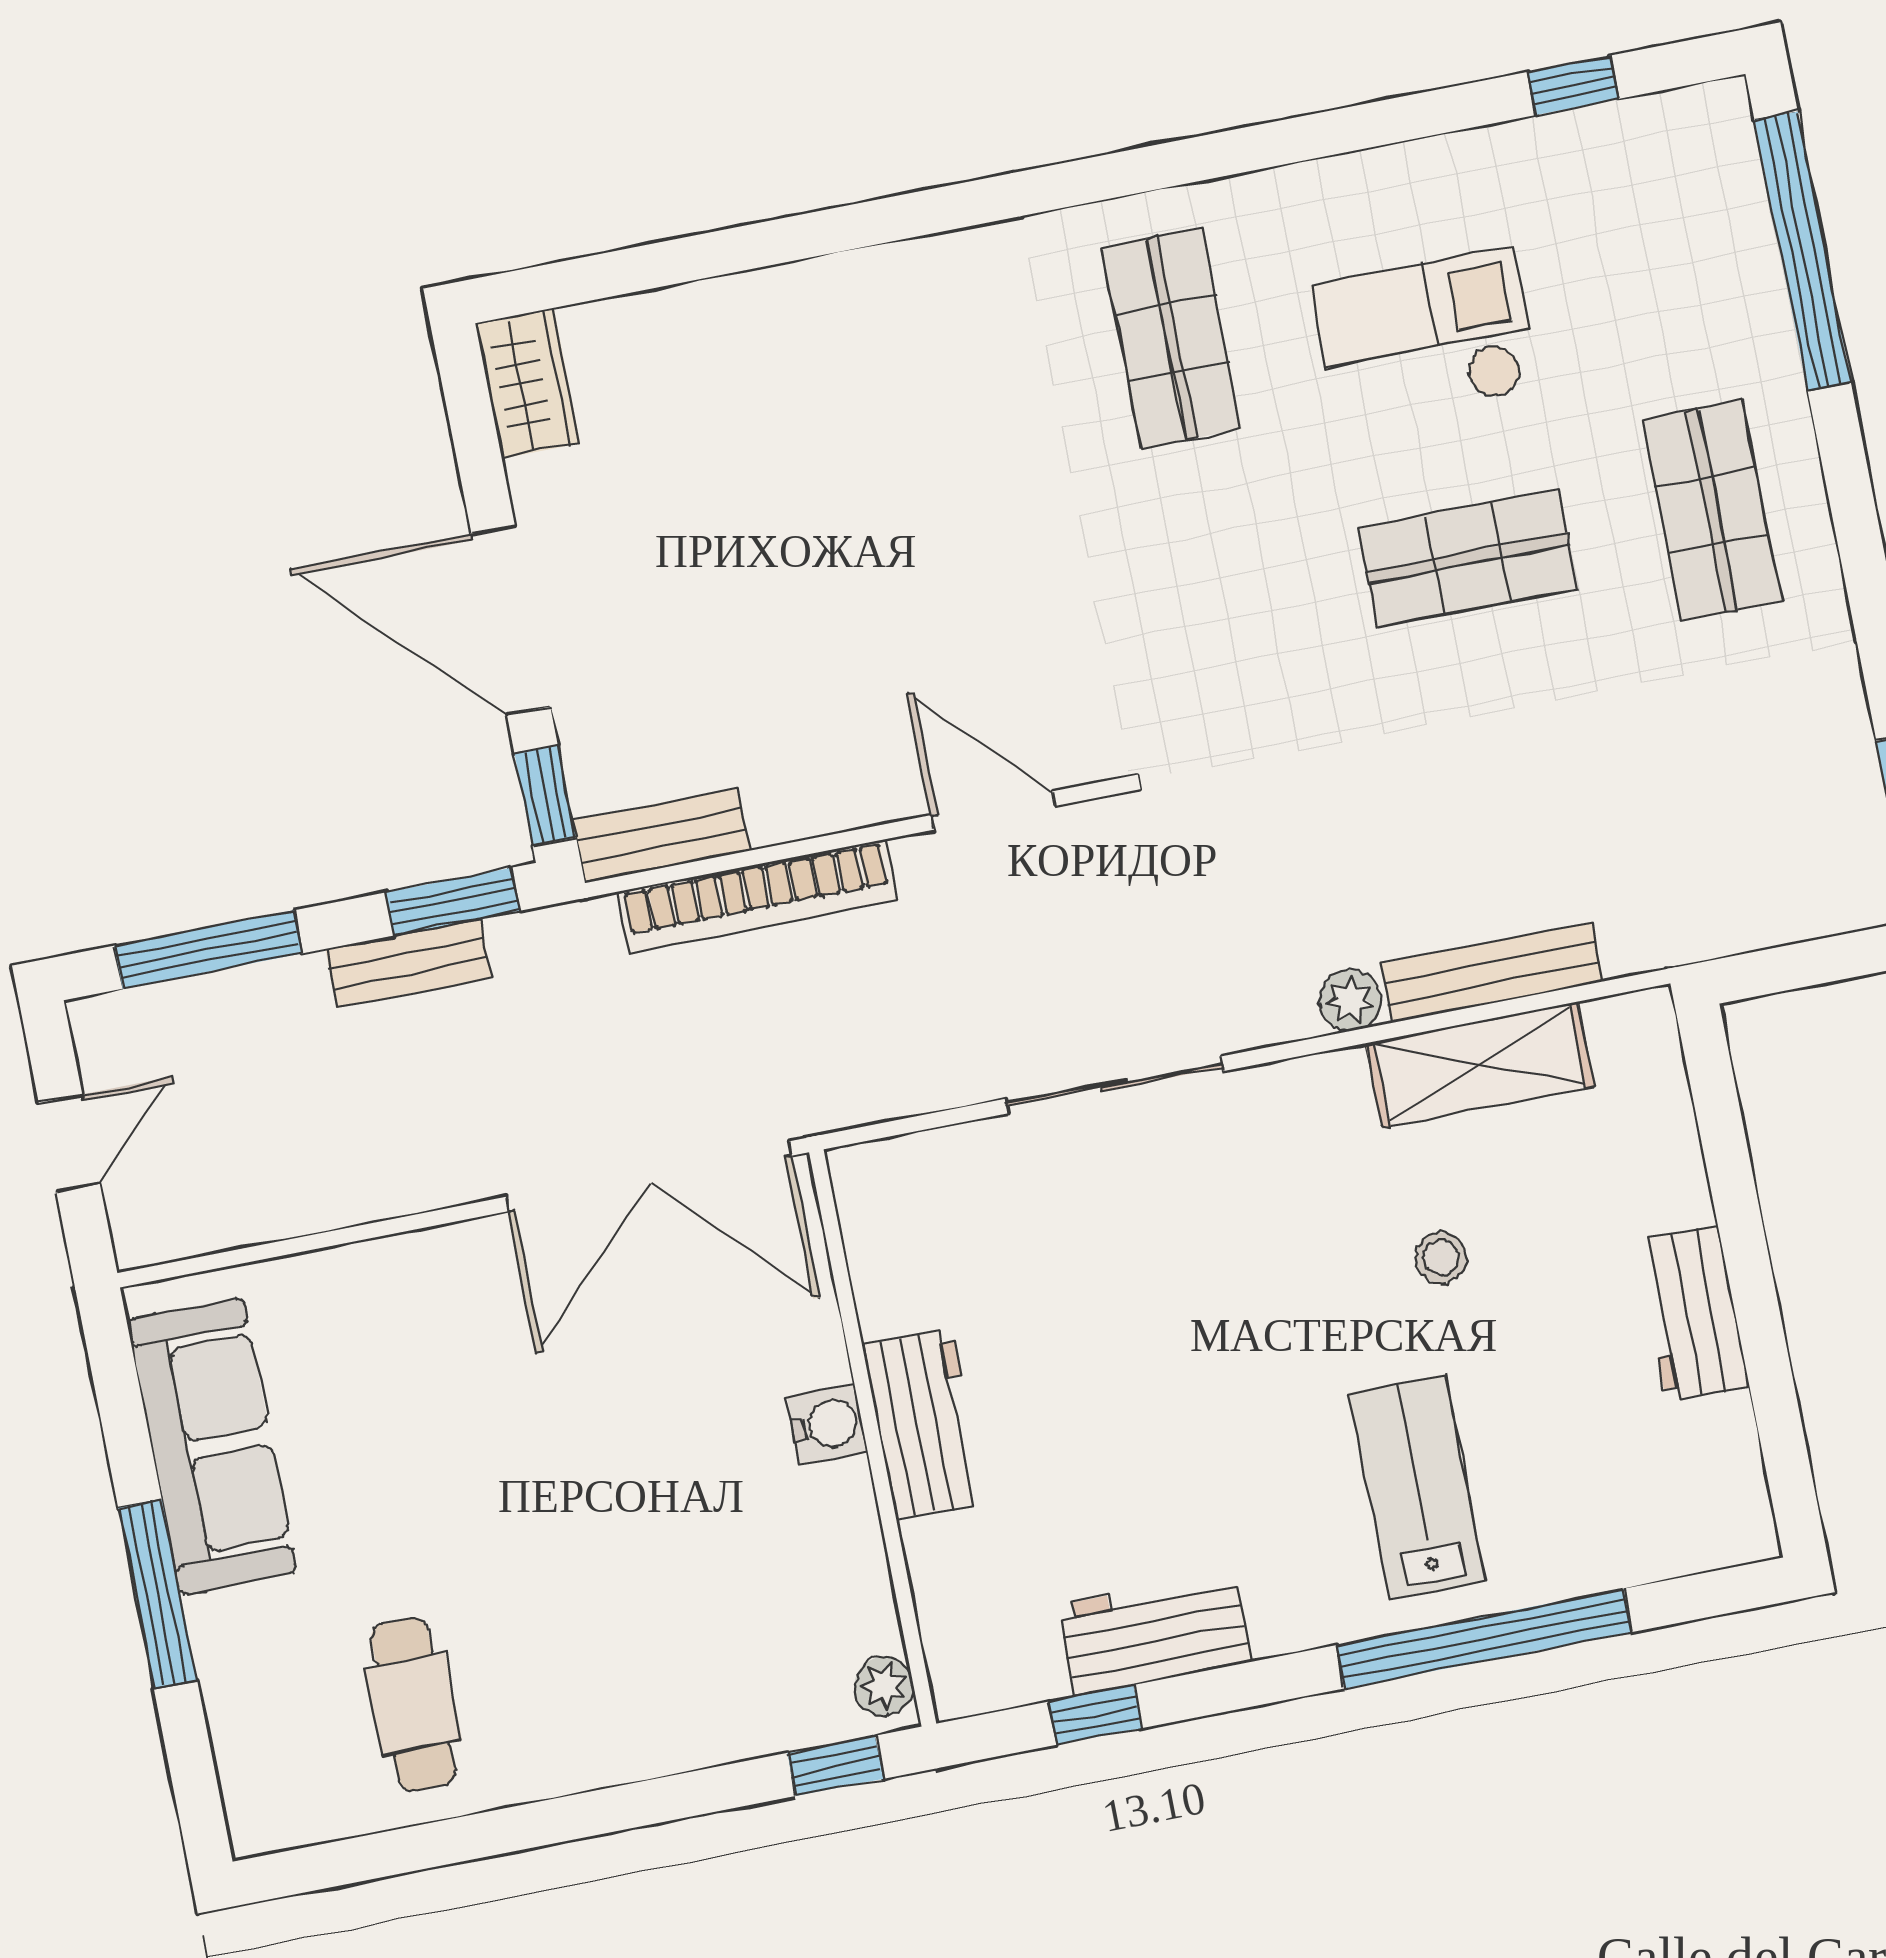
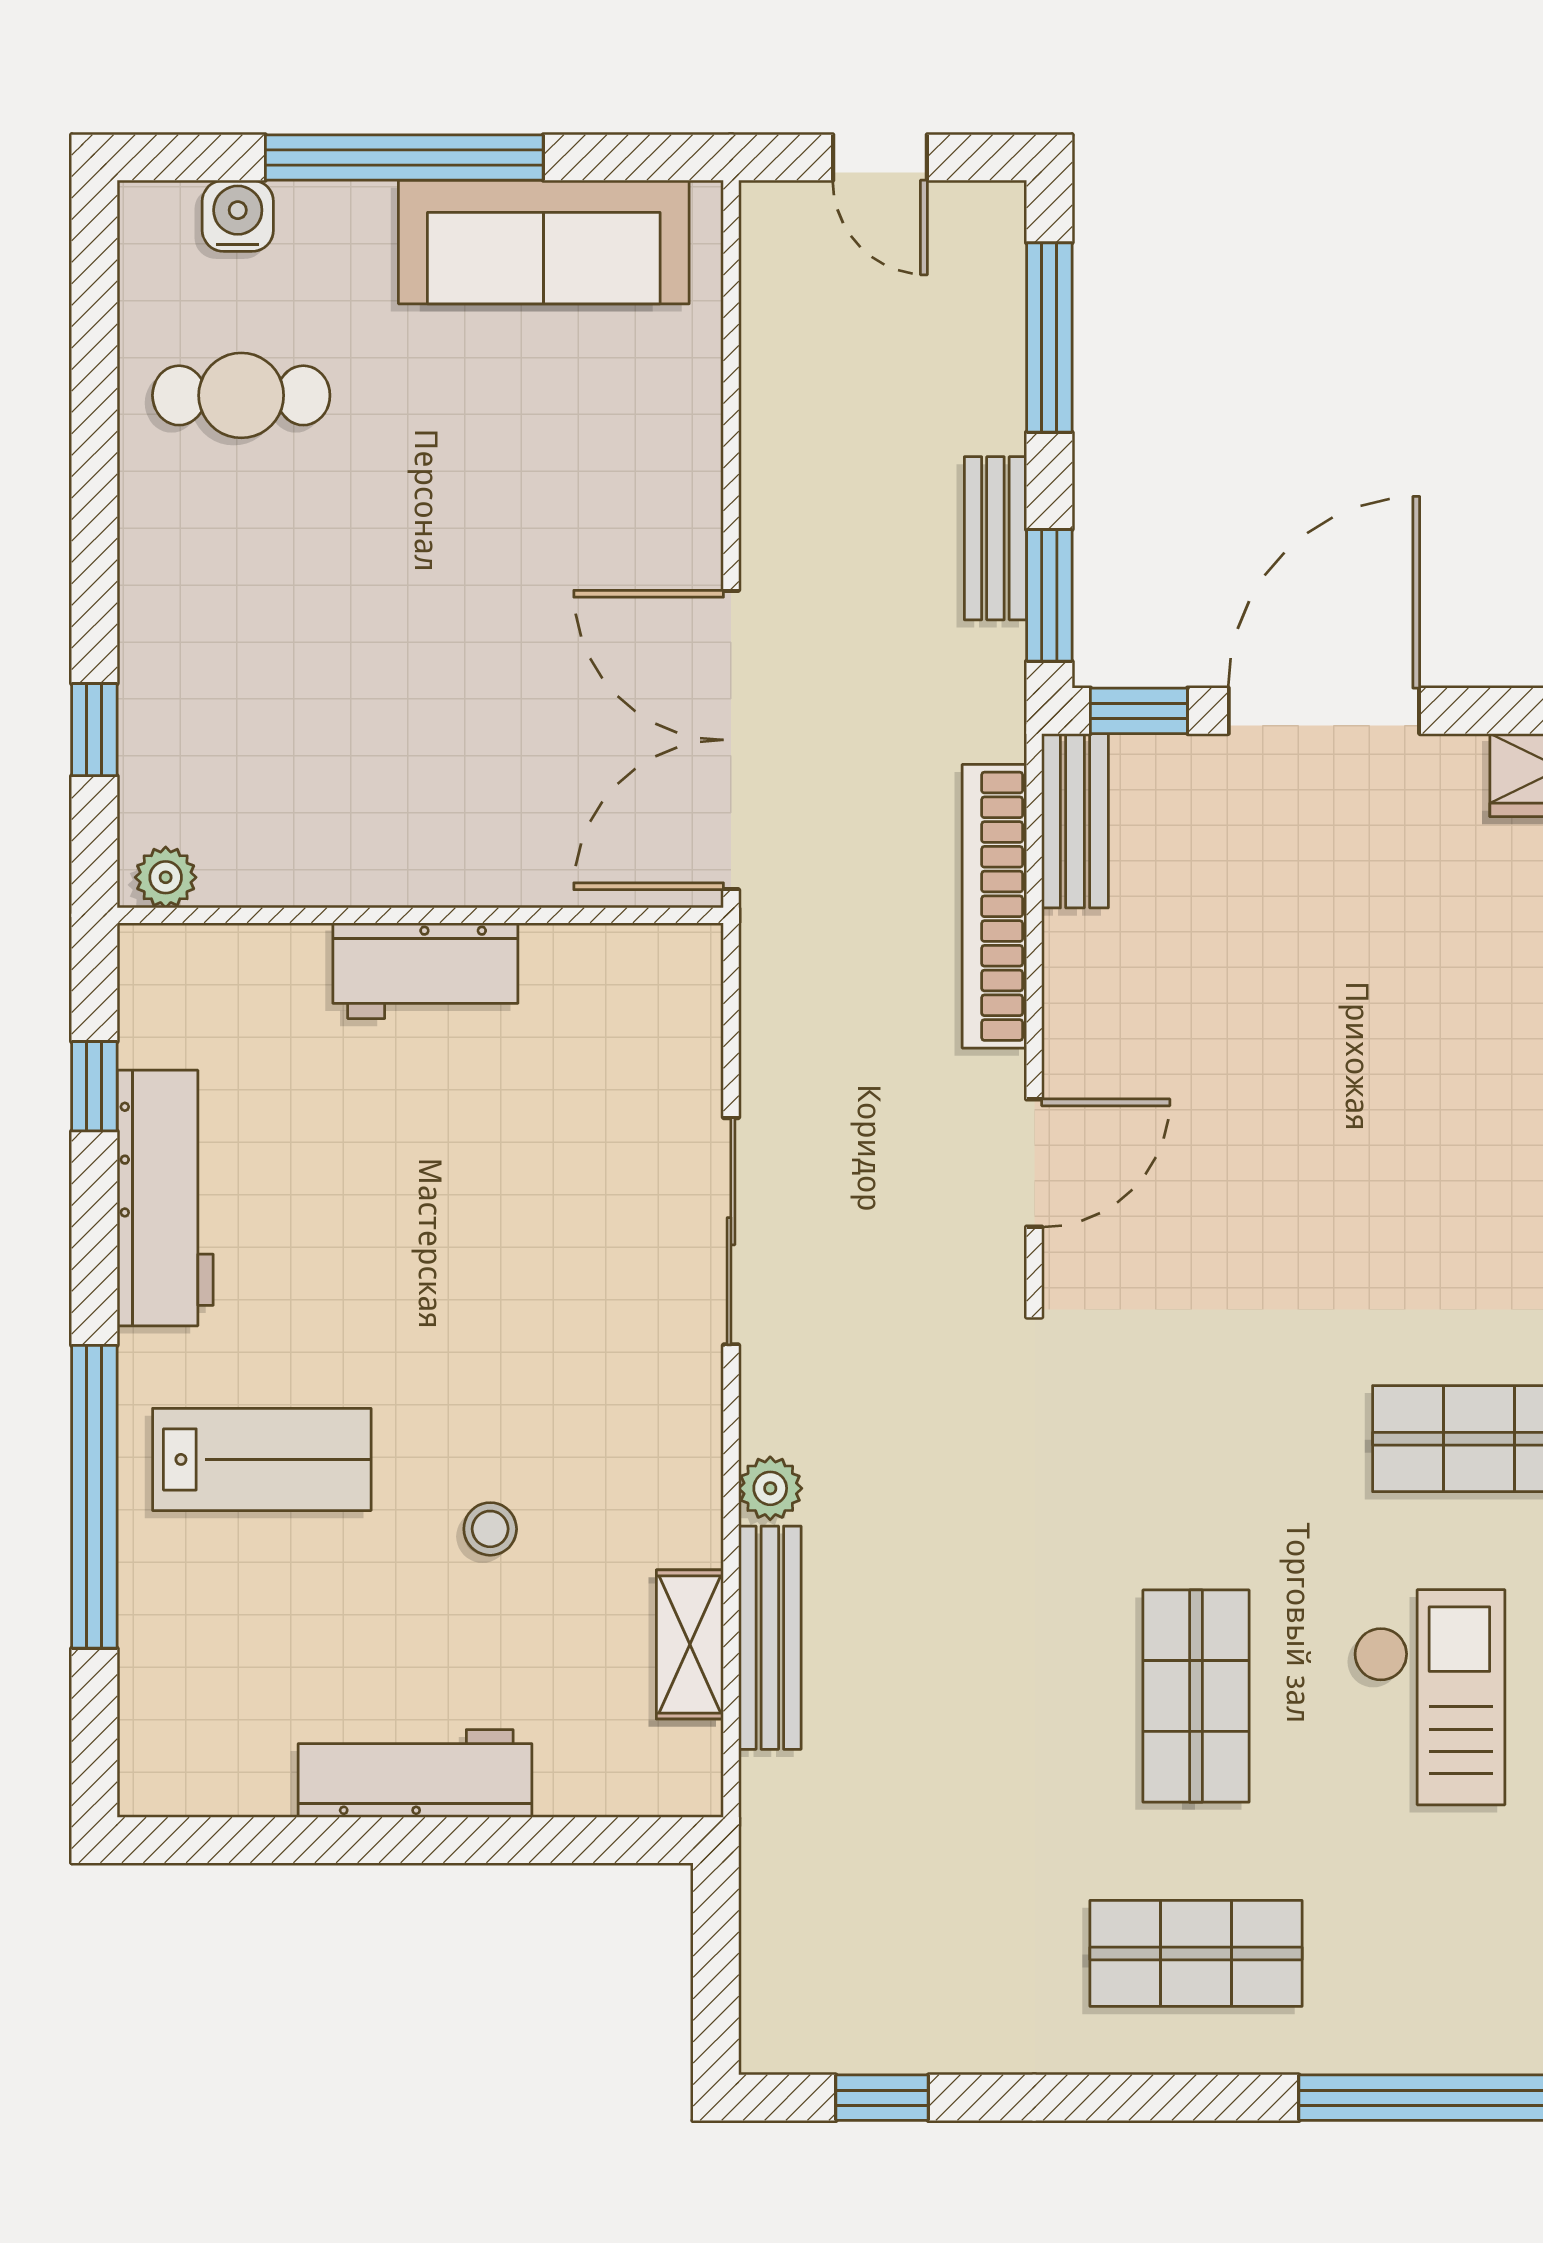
shelving: (1480, 1065) -> (690, 1644), width x0.67, depth x0.75
workbench: (1692, 1314) -> (415, 1773), width x1.38
water cooler: (827, 1424) -> (238, 216), moved, turned 180
window: (158, 1594) -> (404, 158), width x1.46
workbench: (1155, 1634) -> (165, 1198), width x1.38
window: (835, 1766) -> (94, 730), moved

